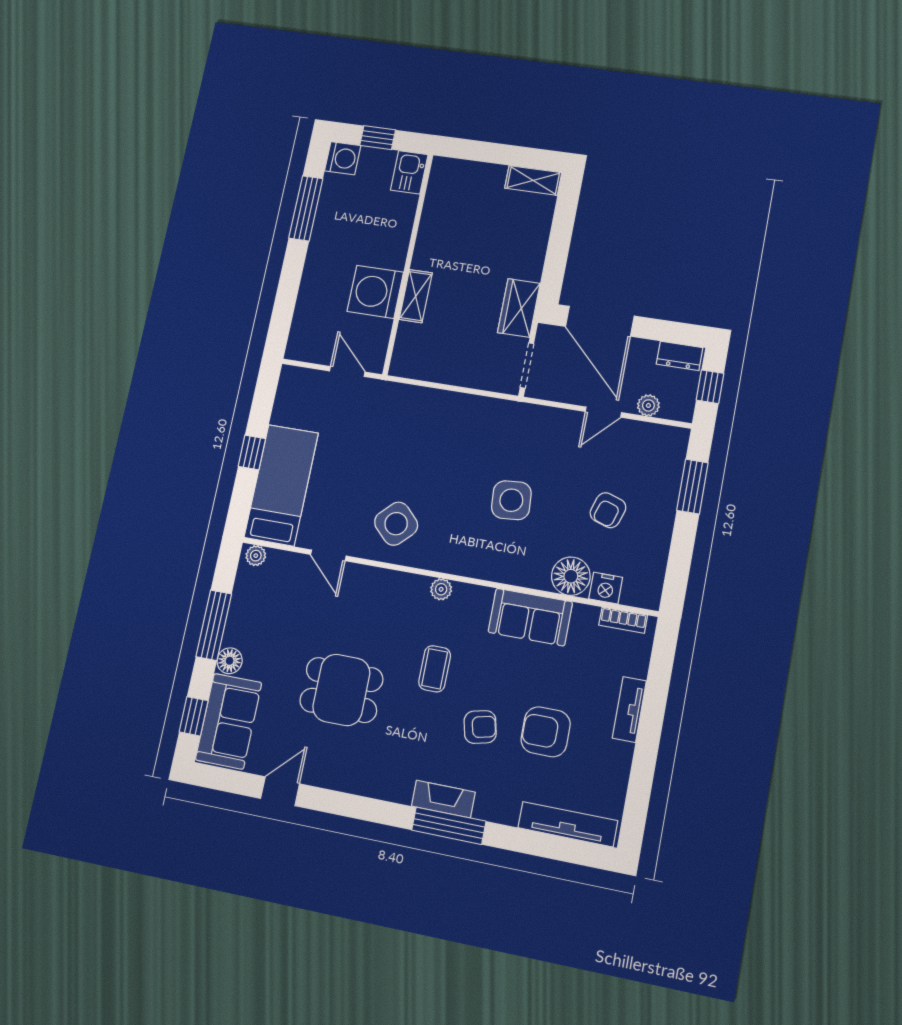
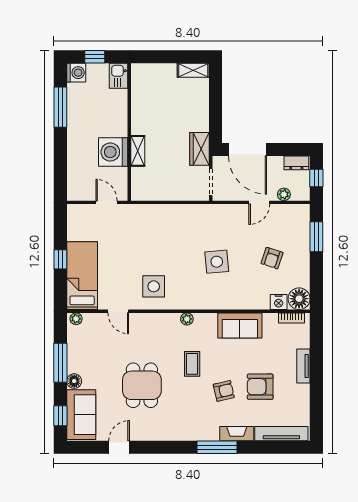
side table: (396, 524) -> (154, 286), turned 45
floor lamp: (571, 576) -> (299, 299), moved
dining table: (341, 690) -> (142, 385), turned 90
fireplace: (443, 799) -> (237, 434), moved

